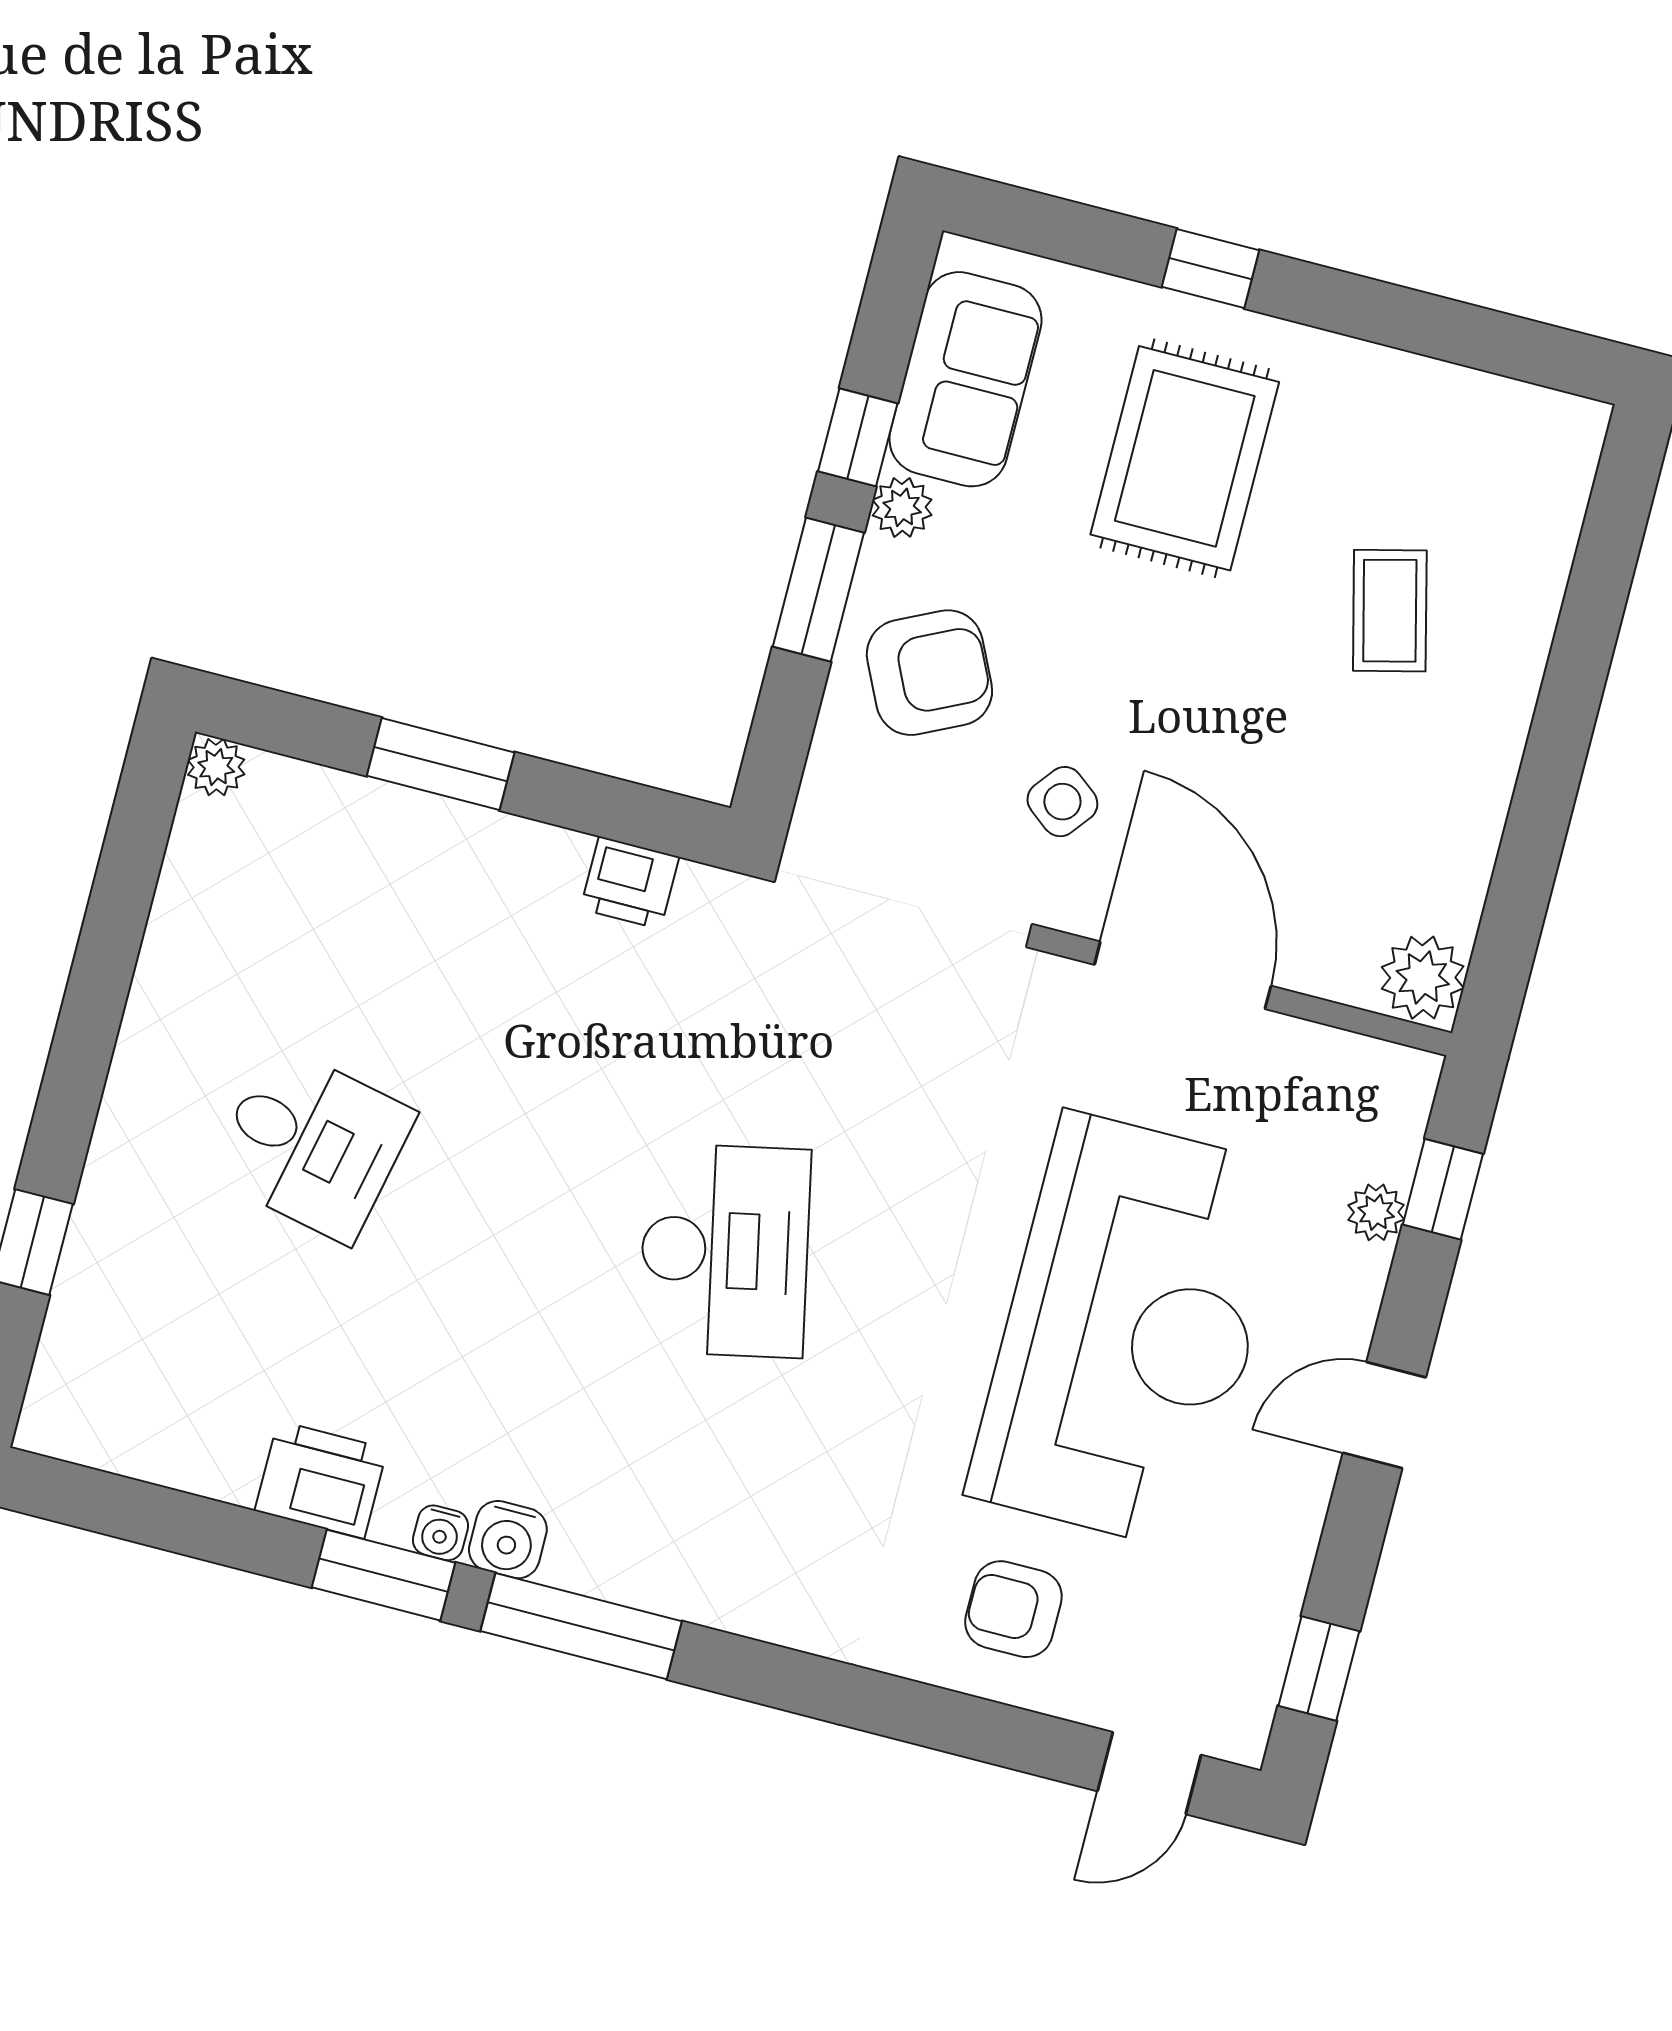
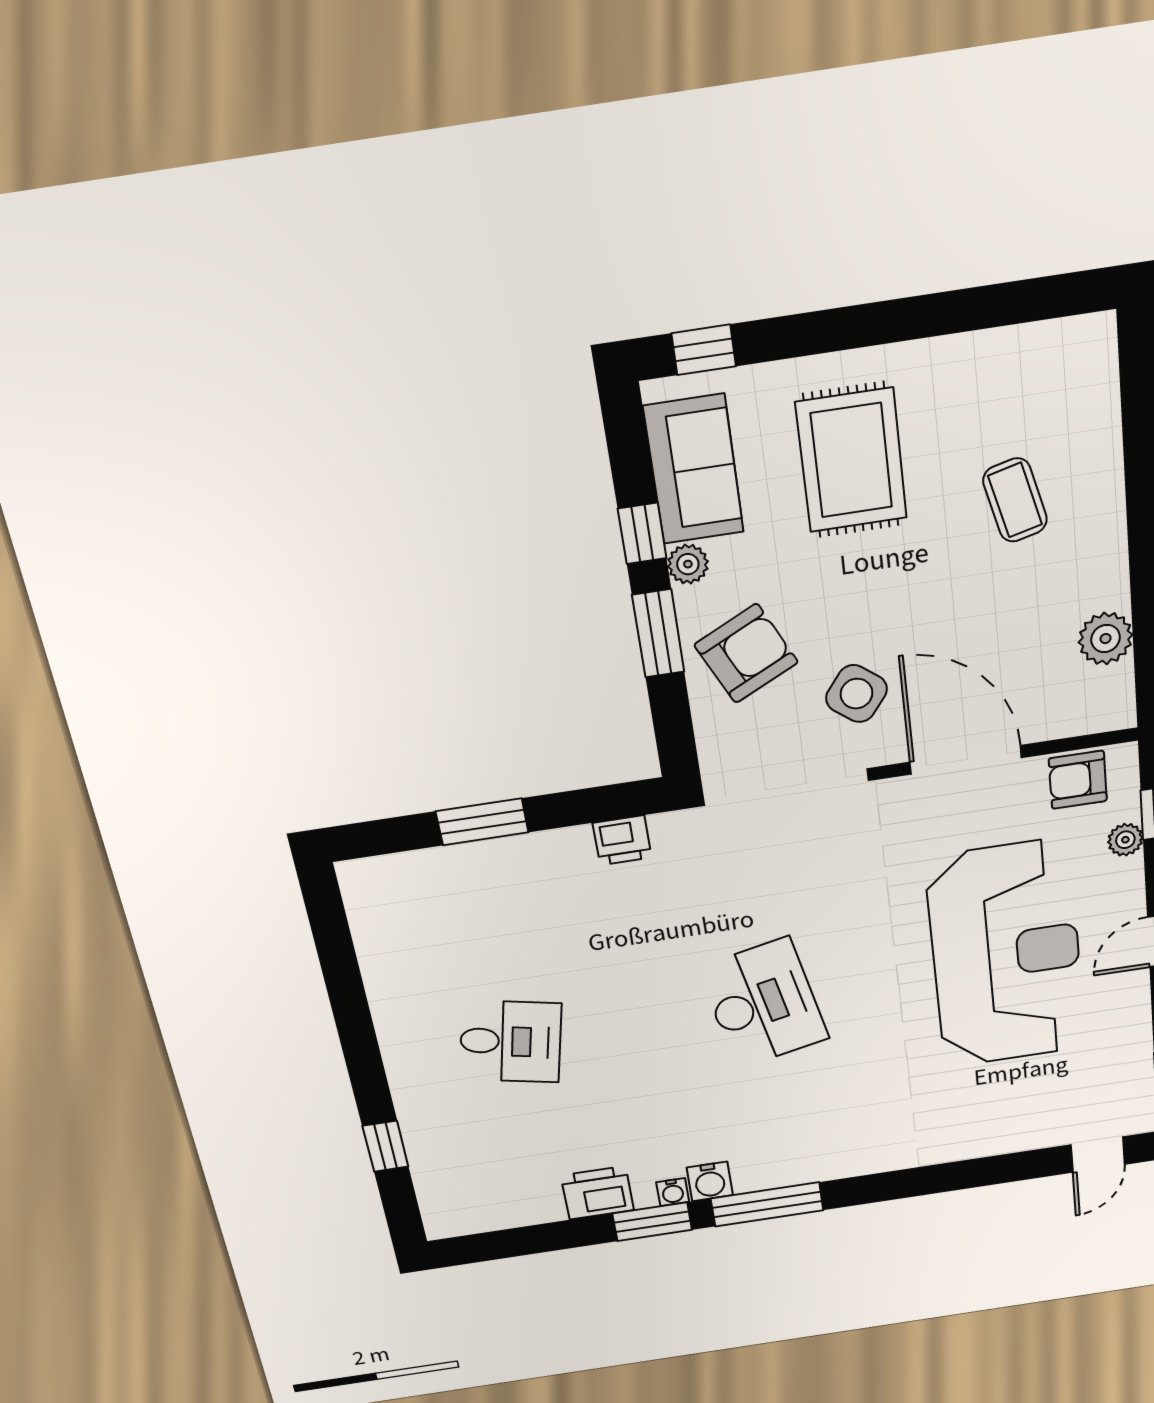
window: (1210, 269) -> (704, 350), moved
plant: (216, 767) -> (355, 876), removed
side table: (1062, 802) -> (856, 694), width x1.37, depth x1.37
plant: (1423, 978) -> (1106, 639), moved
armchair: (1013, 1609) -> (1078, 780), moved

